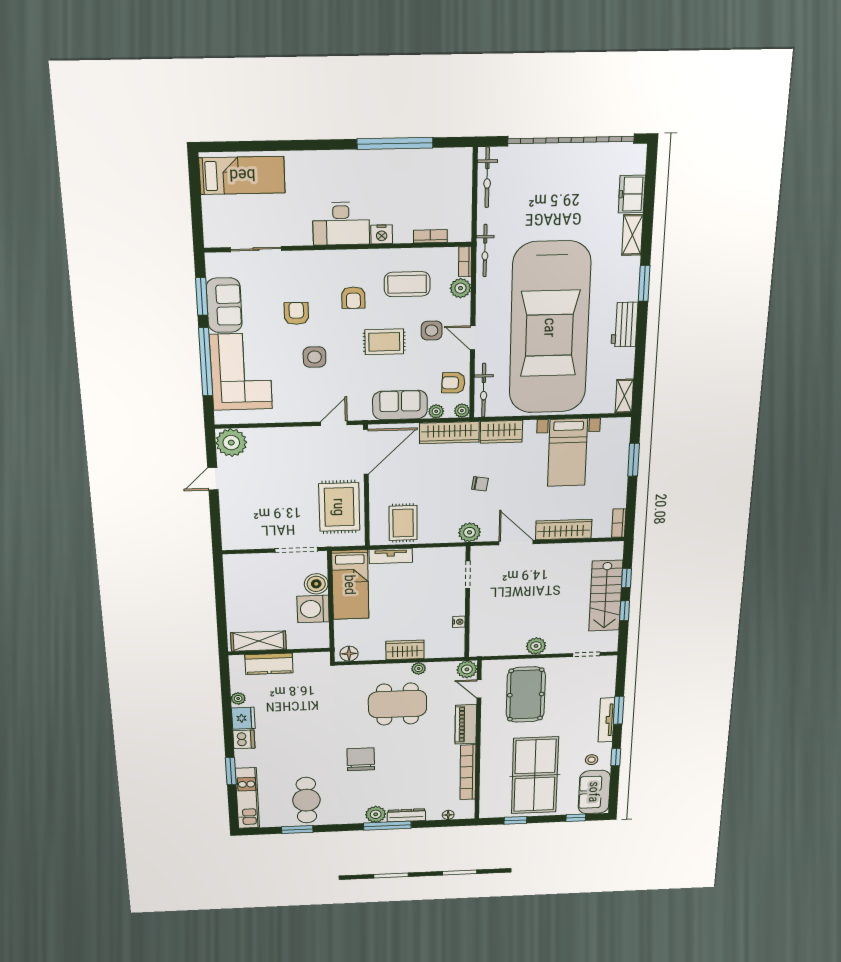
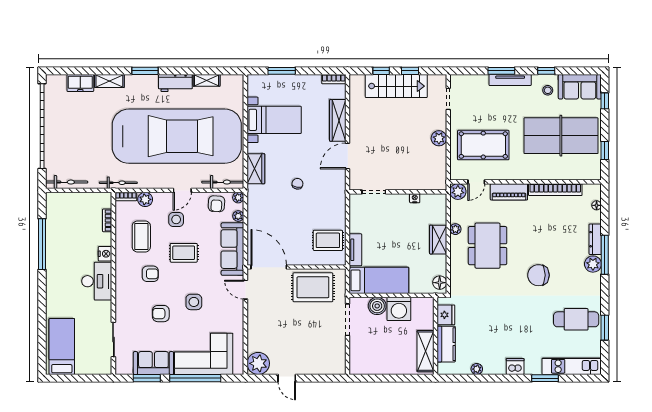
rug: (384, 342) -> (184, 253), turned 90
shelving: (624, 396) -> (207, 80), moved
sofa: (400, 405) -> (232, 249), width x1.36
wardrobe: (449, 433) -> (255, 207), removed
plant: (469, 532) -> (338, 191), removed
fridge: (243, 718) -> (446, 315), moved, turned 90

